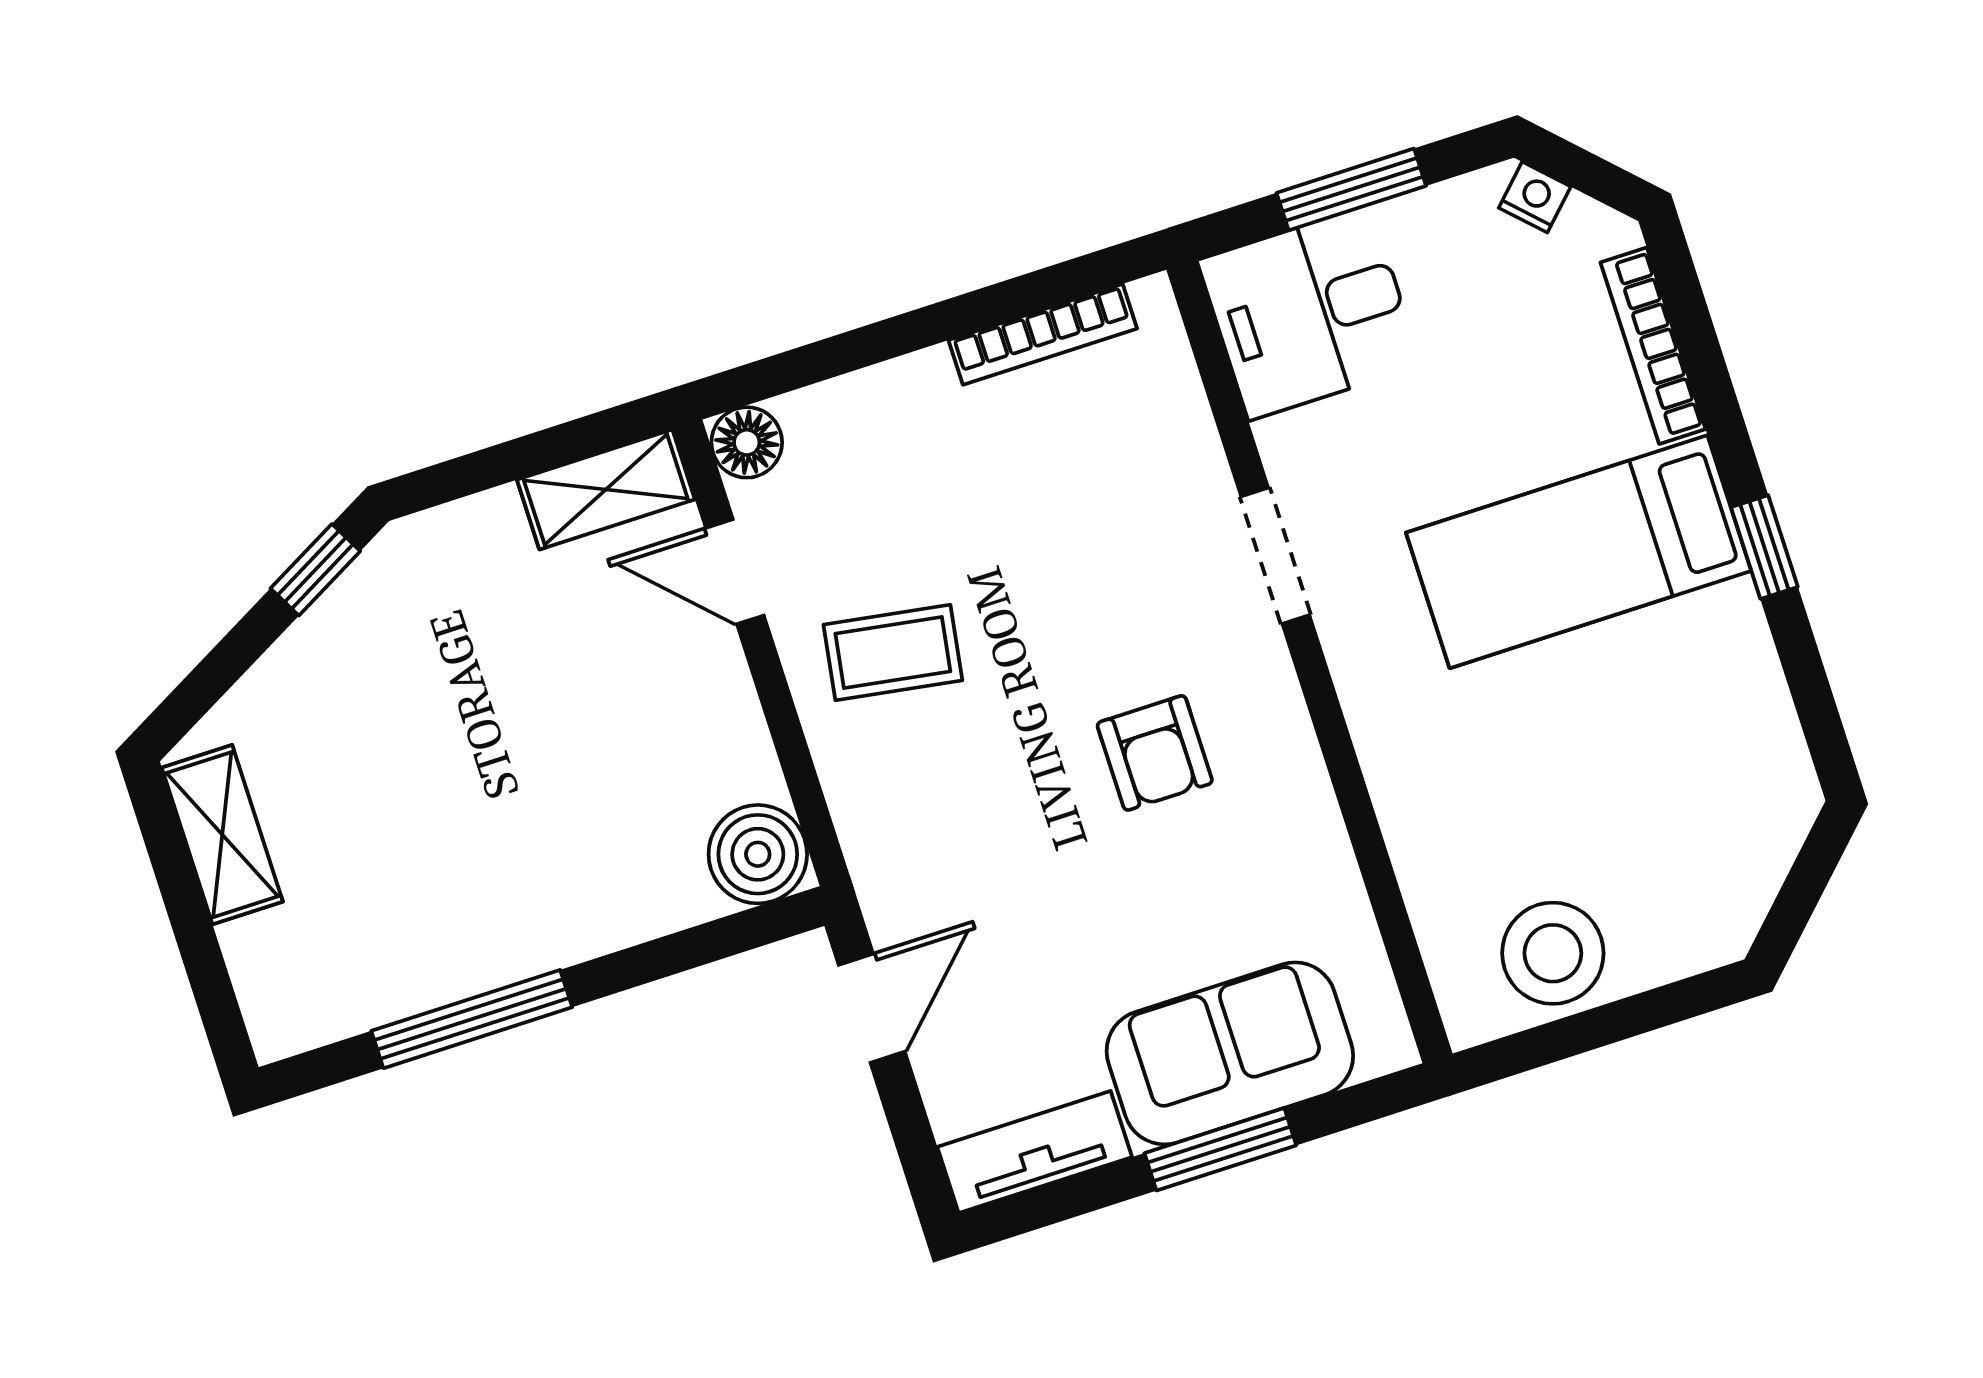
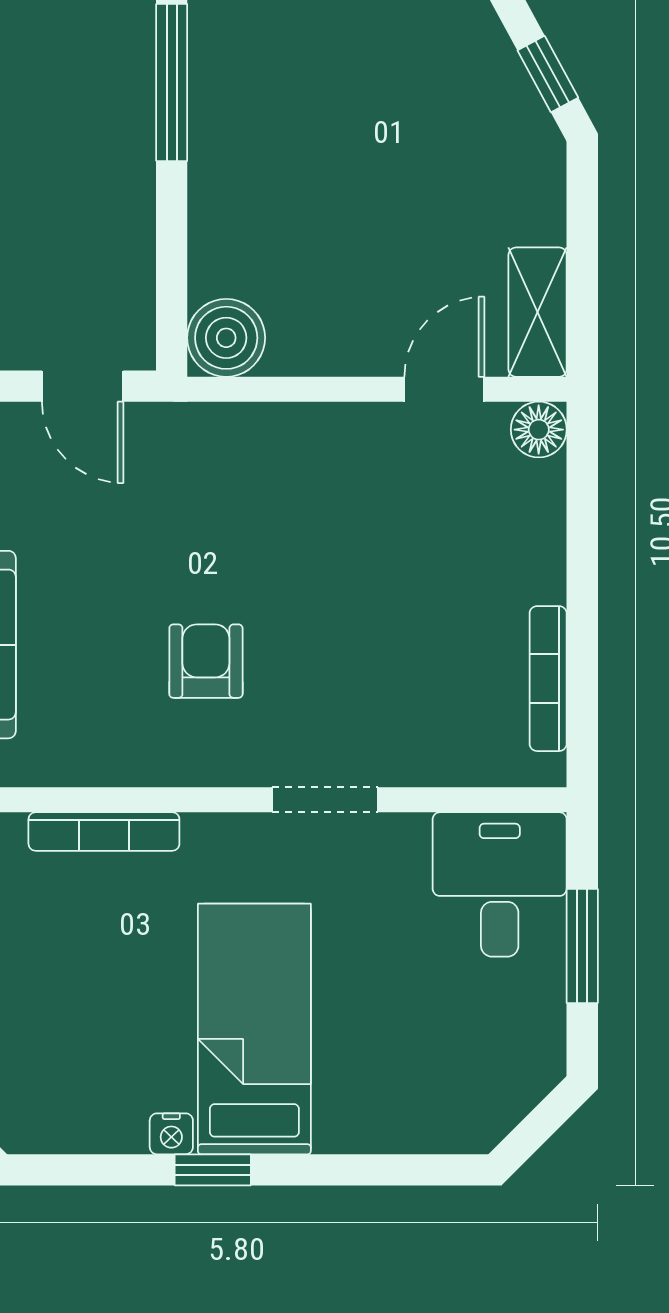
nightstand: (1535, 197) -> (171, 1134), moved, turned 45
bookcase: (1653, 346) -> (104, 831), moved, turned 180
coffee table: (893, 652) -> (345, 488), removed
armchair: (1155, 753) -> (206, 661), turned 90

